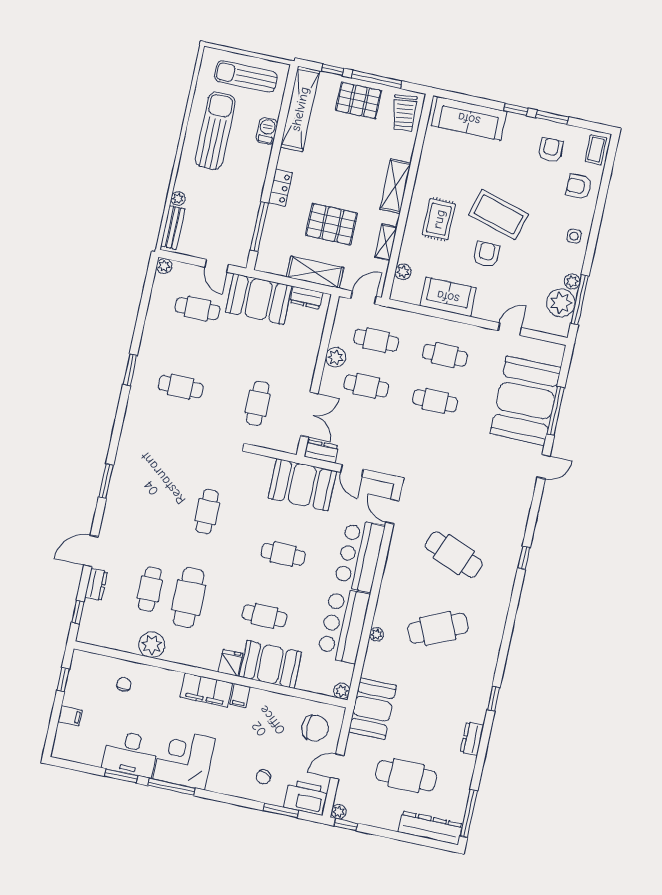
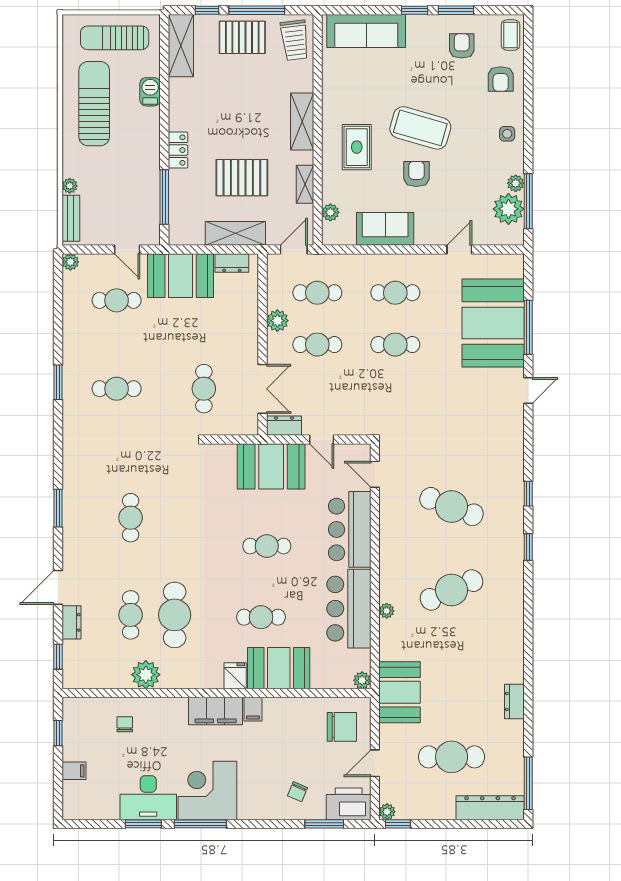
shelving: (300, 109) -> (181, 46), width x0.68
armchair: (579, 186) -> (501, 79), turned -90
cafe table: (207, 512) -> (131, 518), moved
window: (493, 699) -> (528, 547), moved

